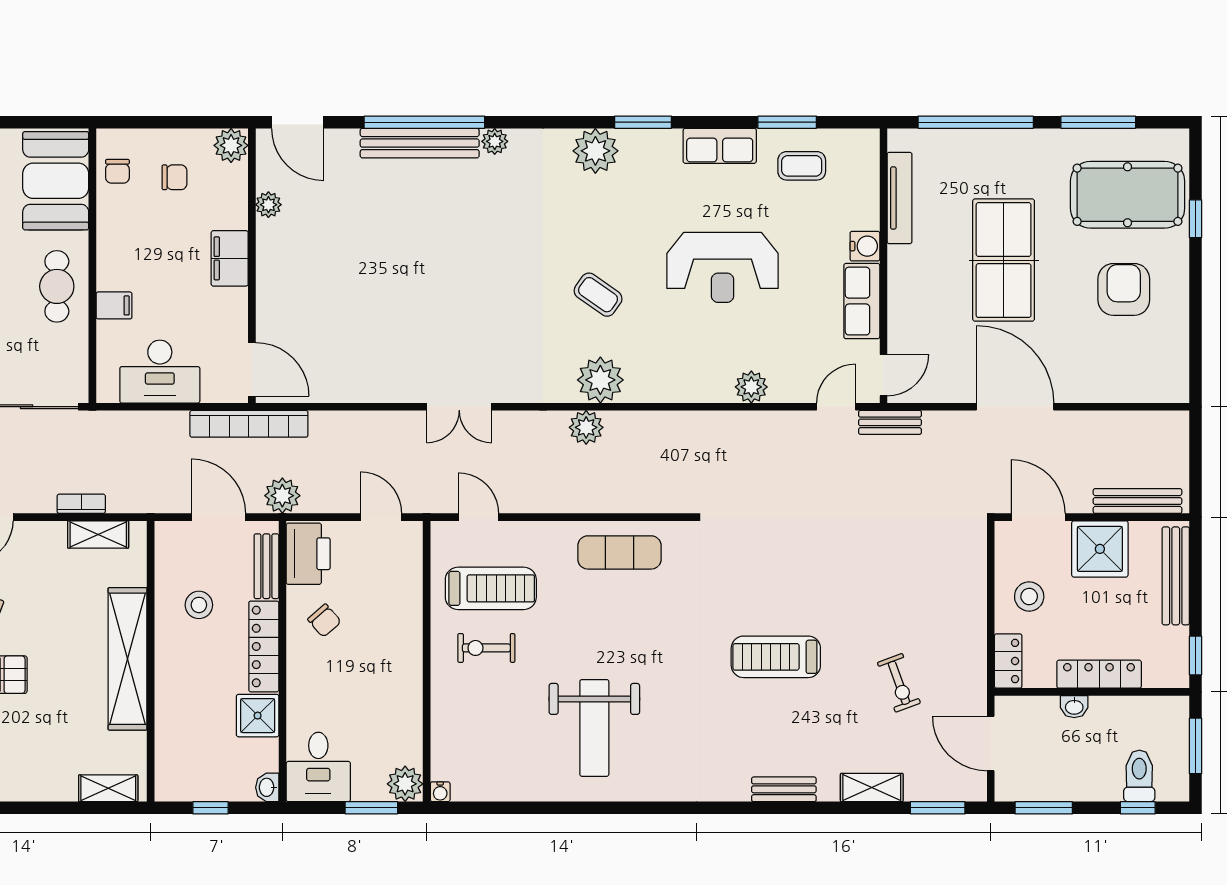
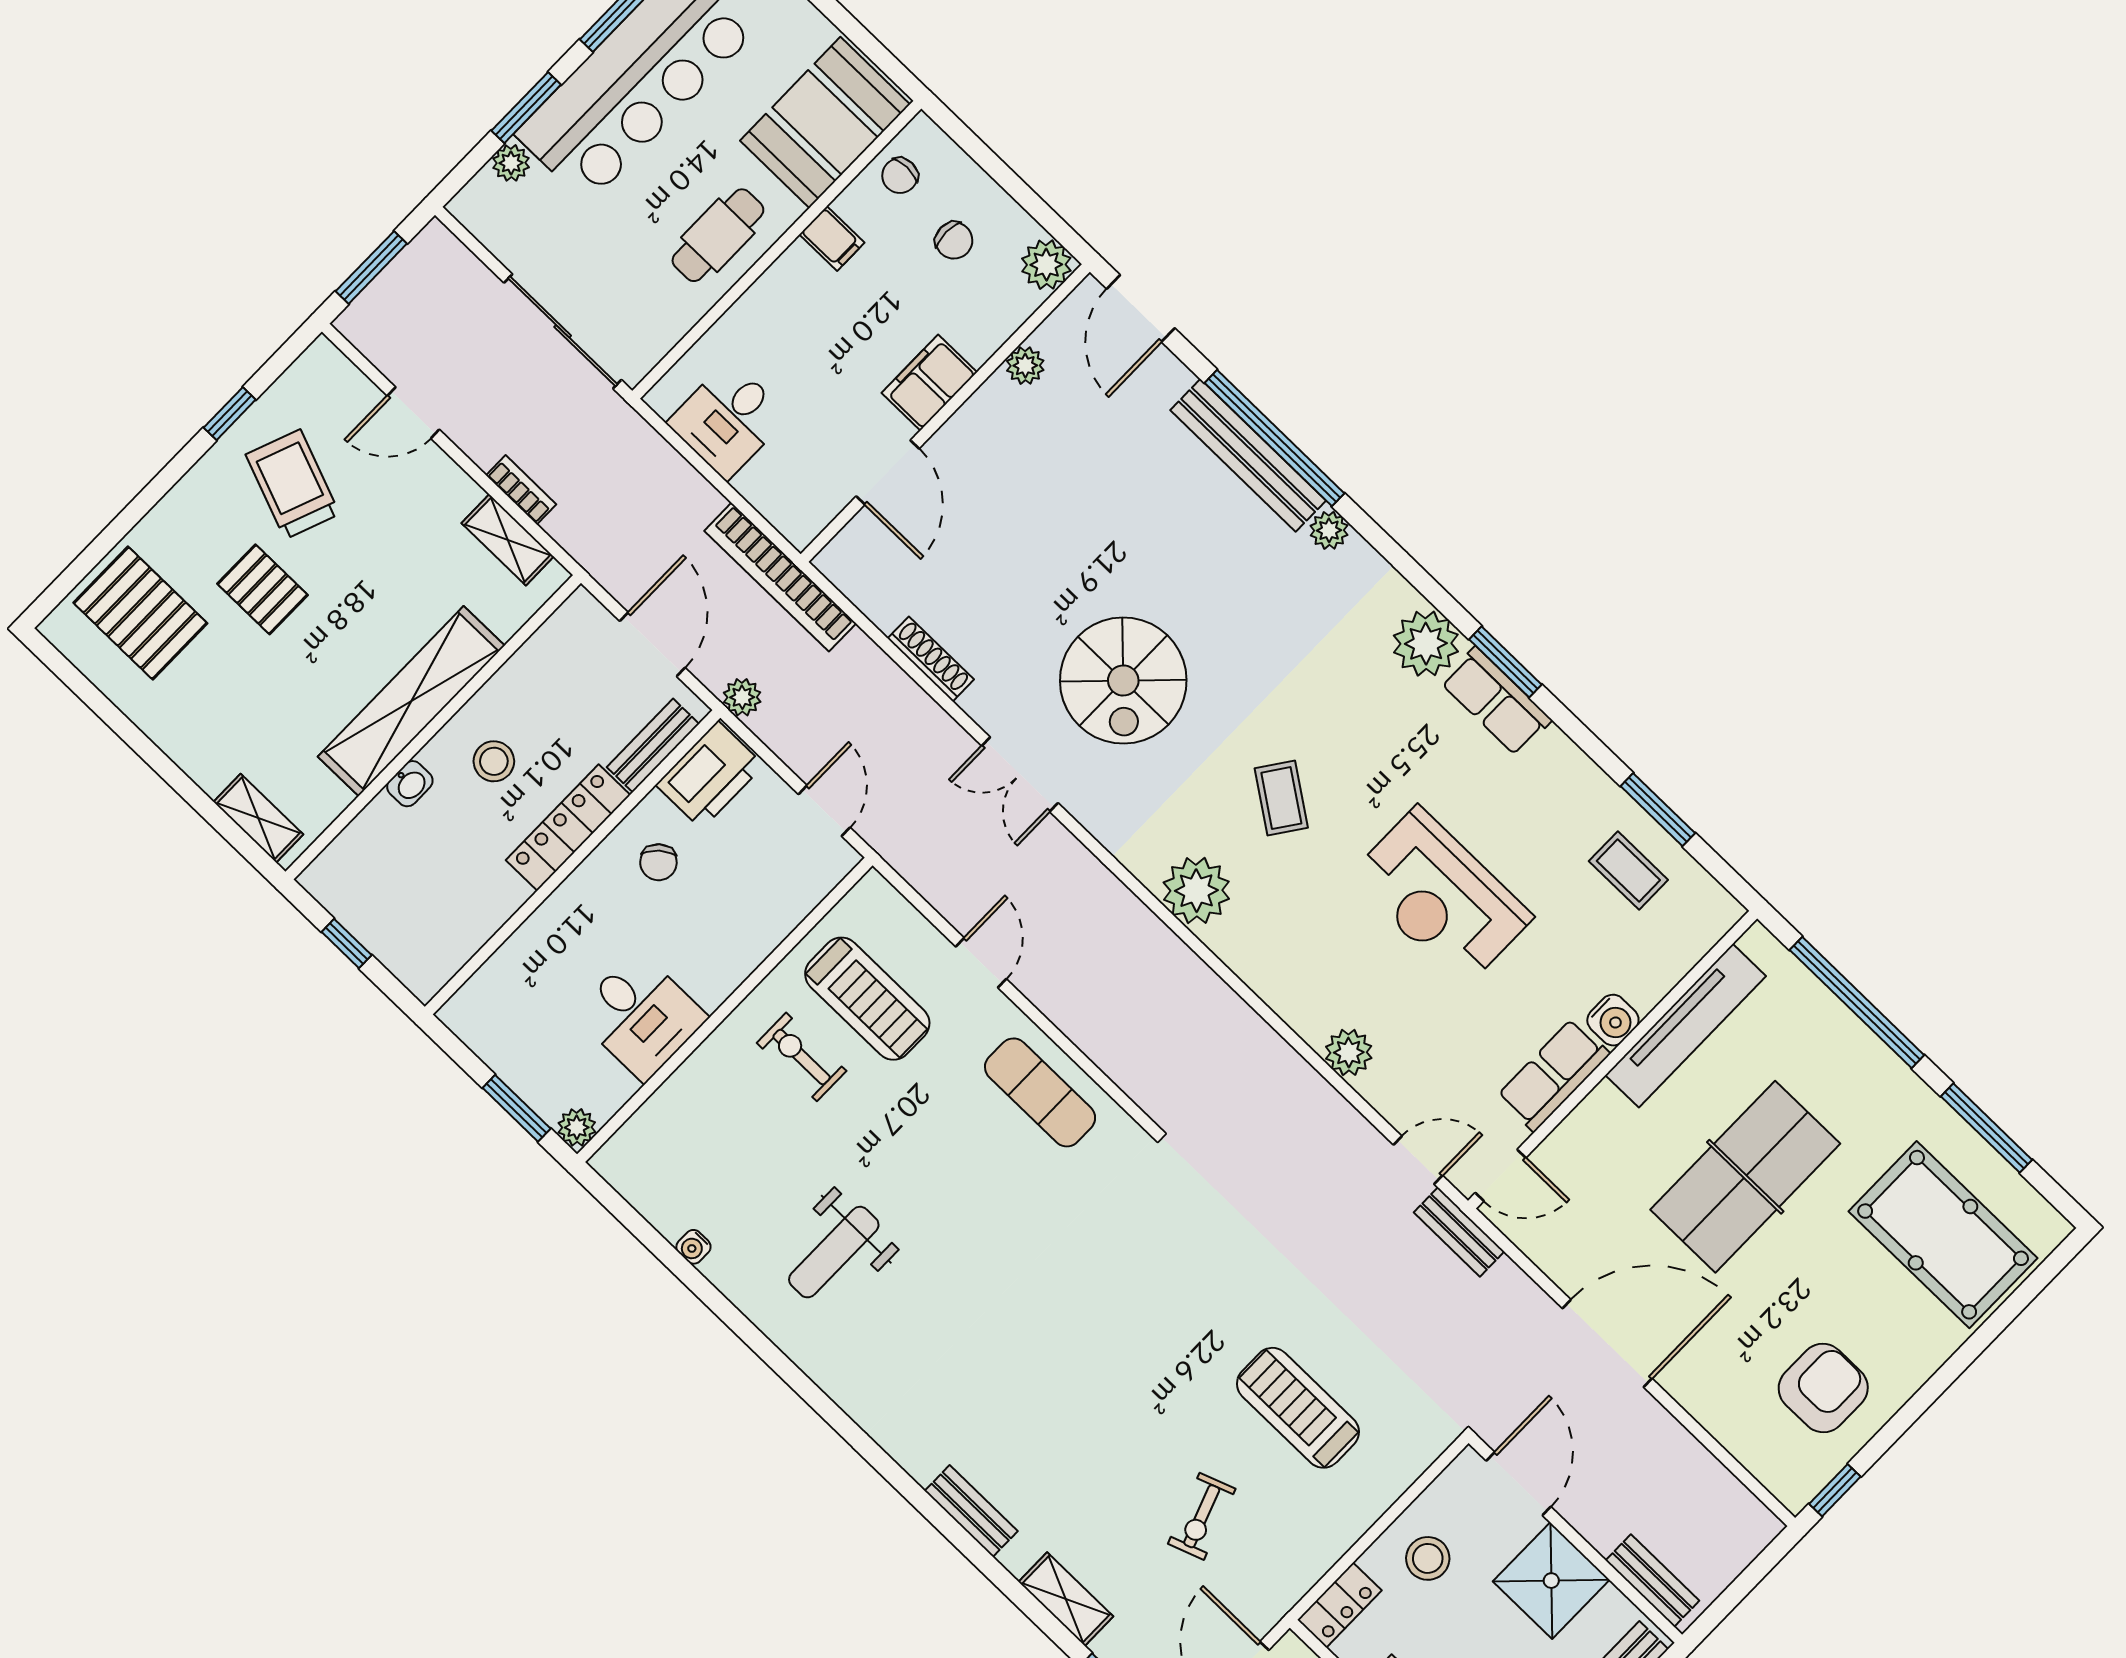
row of seats: (720, 146) -> (1496, 701), moved
tv unit: (900, 198) -> (1686, 1026), width x1.36, depth x1.29
window: (1196, 219) -> (1835, 1490), moved
armchair: (1124, 289) -> (1823, 1388), moved
filing cabinet: (114, 305) -> (832, 239), moved
spiral stairs: (465, 312) -> (1123, 681), added
door: (252, 369) -> (888, 472), moved
desk: (160, 372) -> (728, 420), width x0.73
shoe rack: (361, 393) -> (931, 659), added
door: (1015, 407) -> (1607, 1343), hinge flipped
plant: (586, 427) -> (1133, 926), removed
plant: (282, 496) -> (742, 697), width x0.73, depth x0.73
bench: (1137, 501) -> (1652, 1581), width x0.73
door: (478, 517) -> (981, 963), moved
stool: (199, 605) -> (494, 761), moved
treadmill: (776, 657) -> (1298, 1408), moved
shower: (258, 716) -> (491, 894), removed
weight bench: (594, 728) -> (834, 1252), width x0.73, depth x0.75
desk: (318, 767) -> (641, 1016), moved, turned -90
plant: (405, 784) -> (577, 1127), width x0.73, depth x0.73
washbasin: (267, 787) -> (410, 784), moved, turned 180
water cooler: (440, 792) -> (693, 1247), moved

